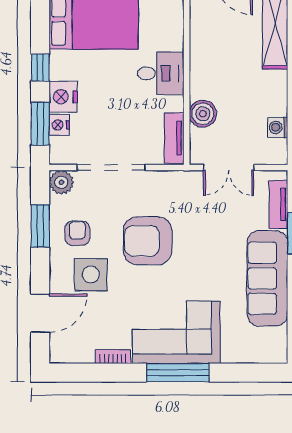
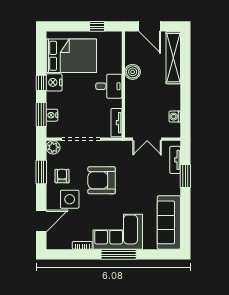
nightstand: (63, 97) -> (54, 82), moved
boiler: (203, 114) -> (133, 72), moved
sofa: (267, 278) -> (169, 222), moved

